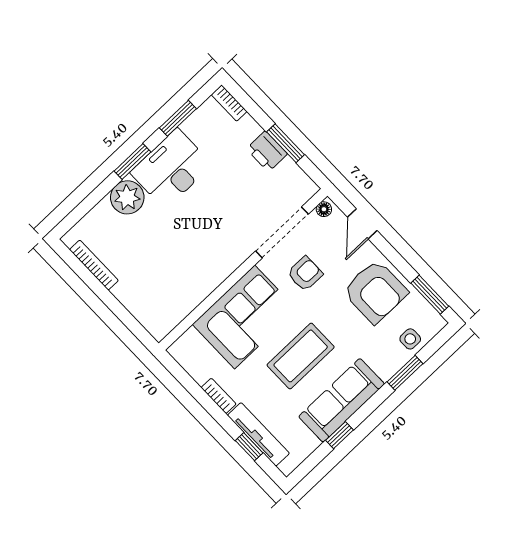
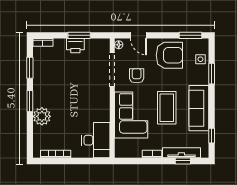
desk: (171, 169) -> (96, 140), moved, turned 180
window: (340, 435) -> (212, 136), moved

